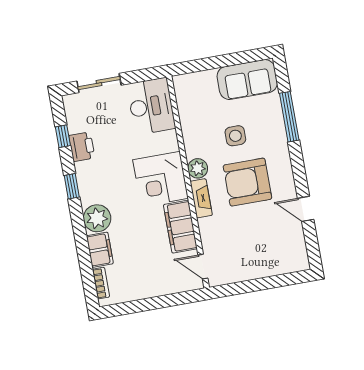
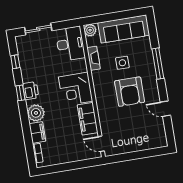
sofa: (247, 80) -> (124, 29), width x1.36
window: (289, 117) -> (158, 64), moved
printer: (82, 147) -> (31, 91), moved
plant: (198, 168) -> (90, 30), moved
armchair: (247, 182) -> (130, 92), turned -90
fireplace: (201, 198) -> (94, 58), moved

